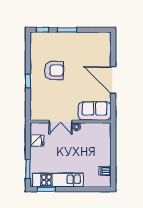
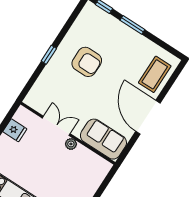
coffee table: (100, 51) -> (155, 74), added
double door: (61, 122) -> (56, 126), swing flipped

